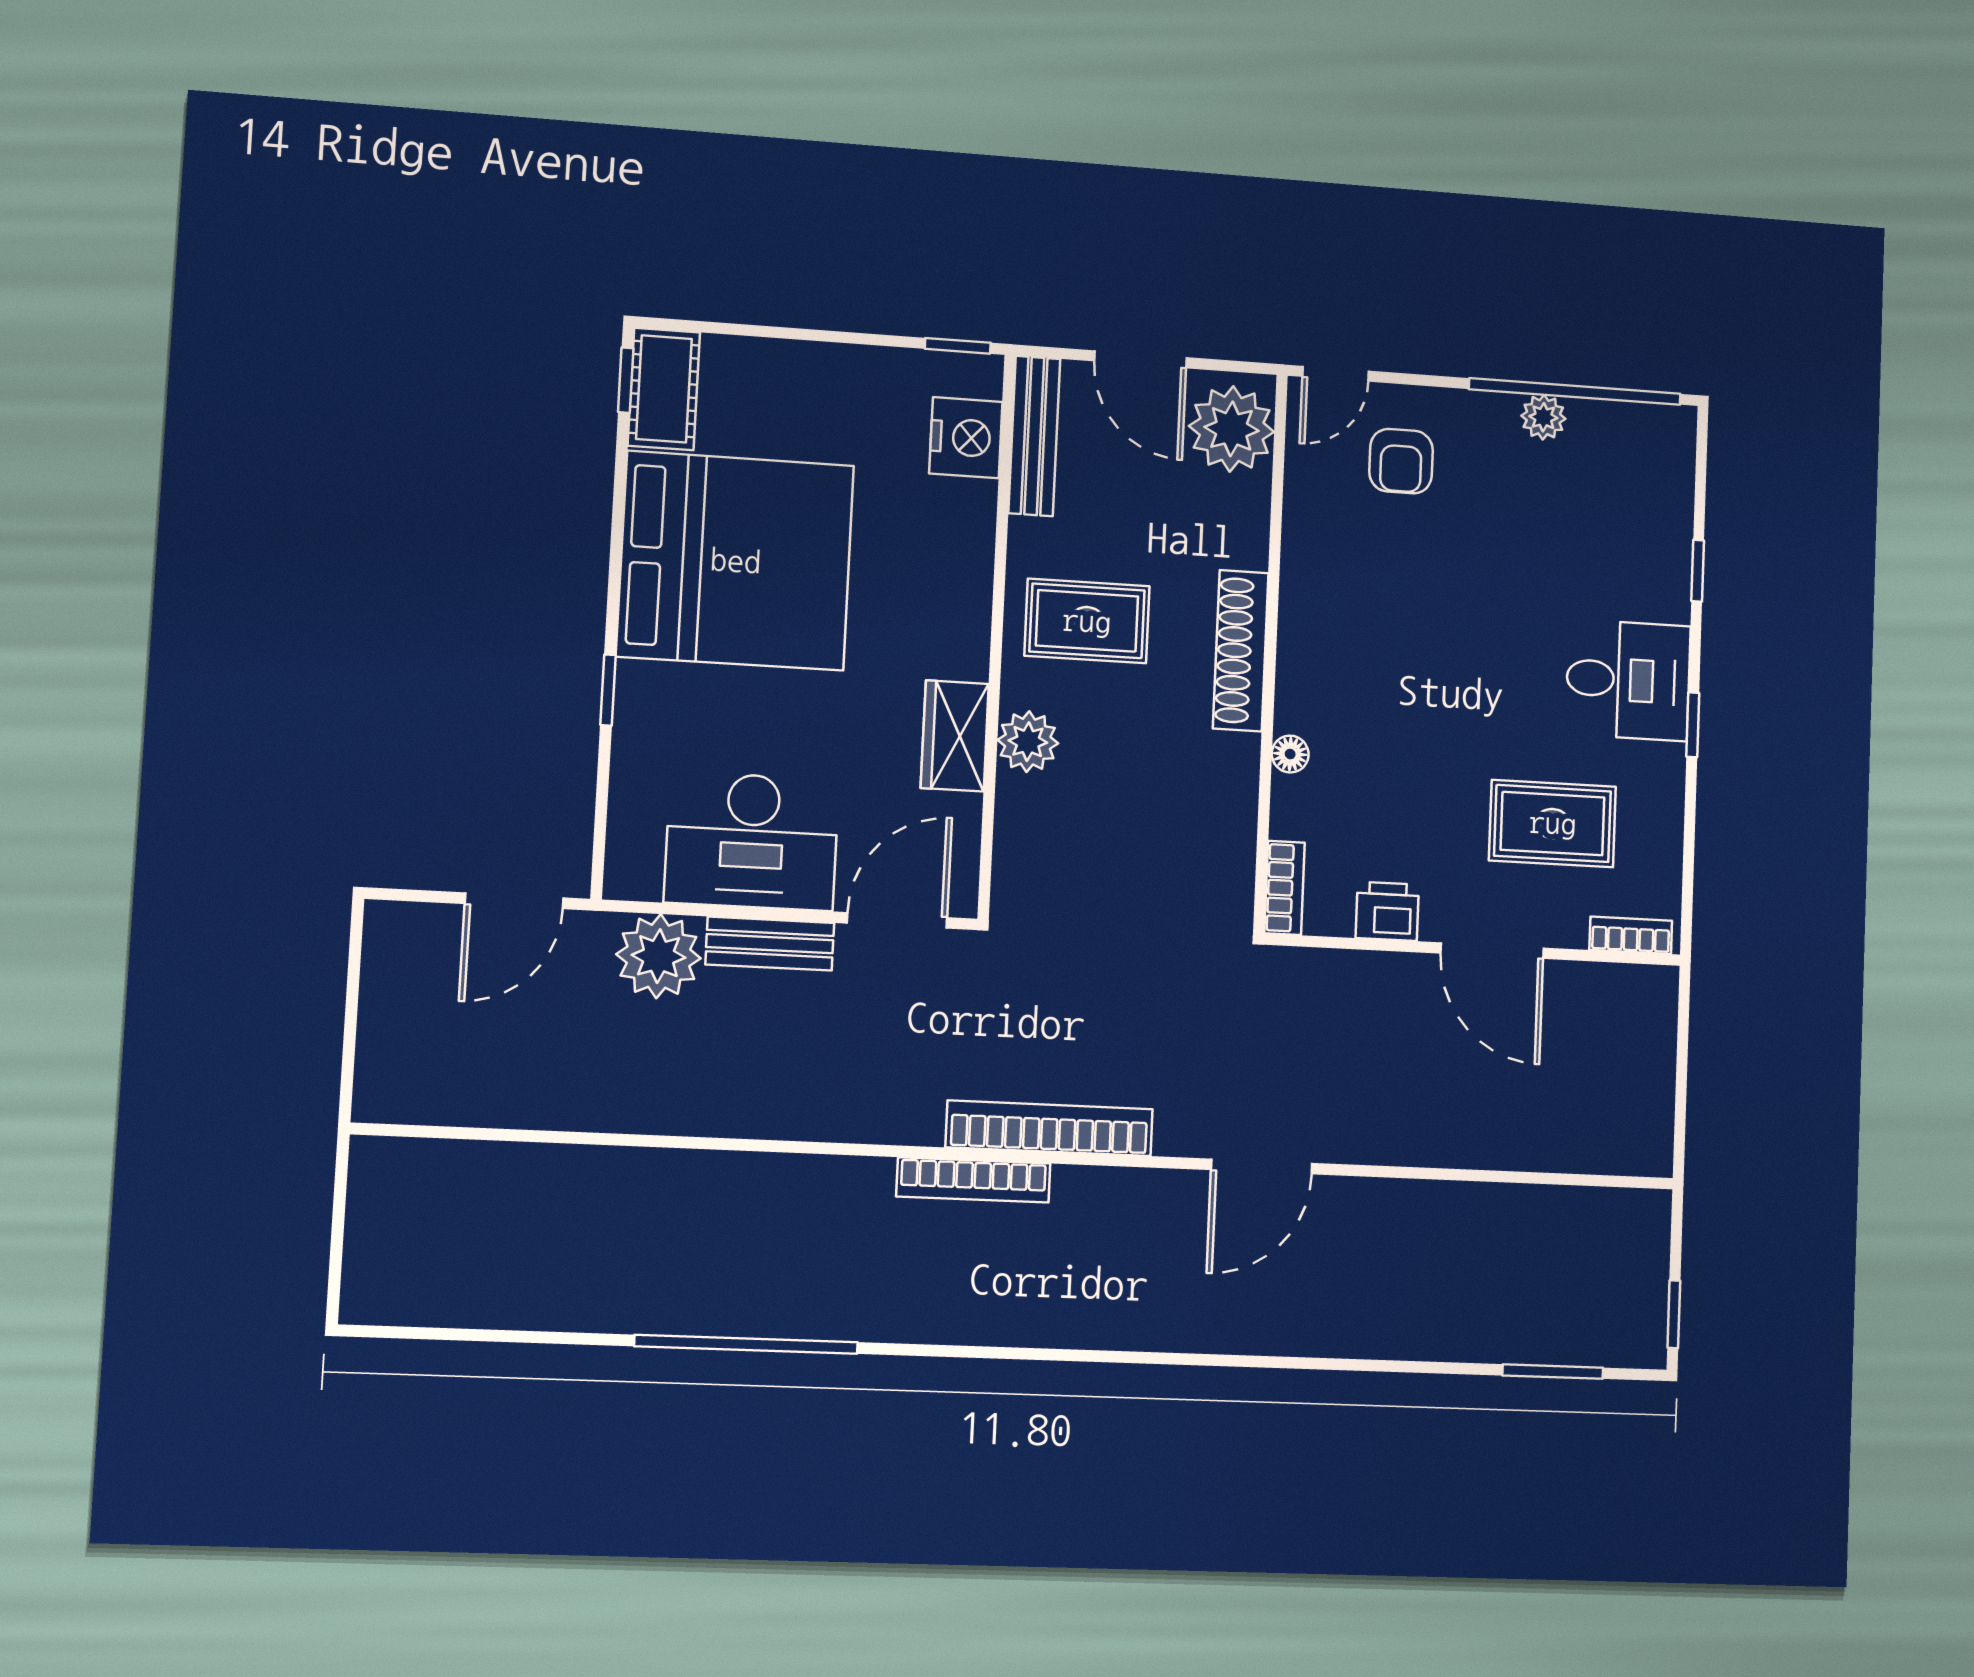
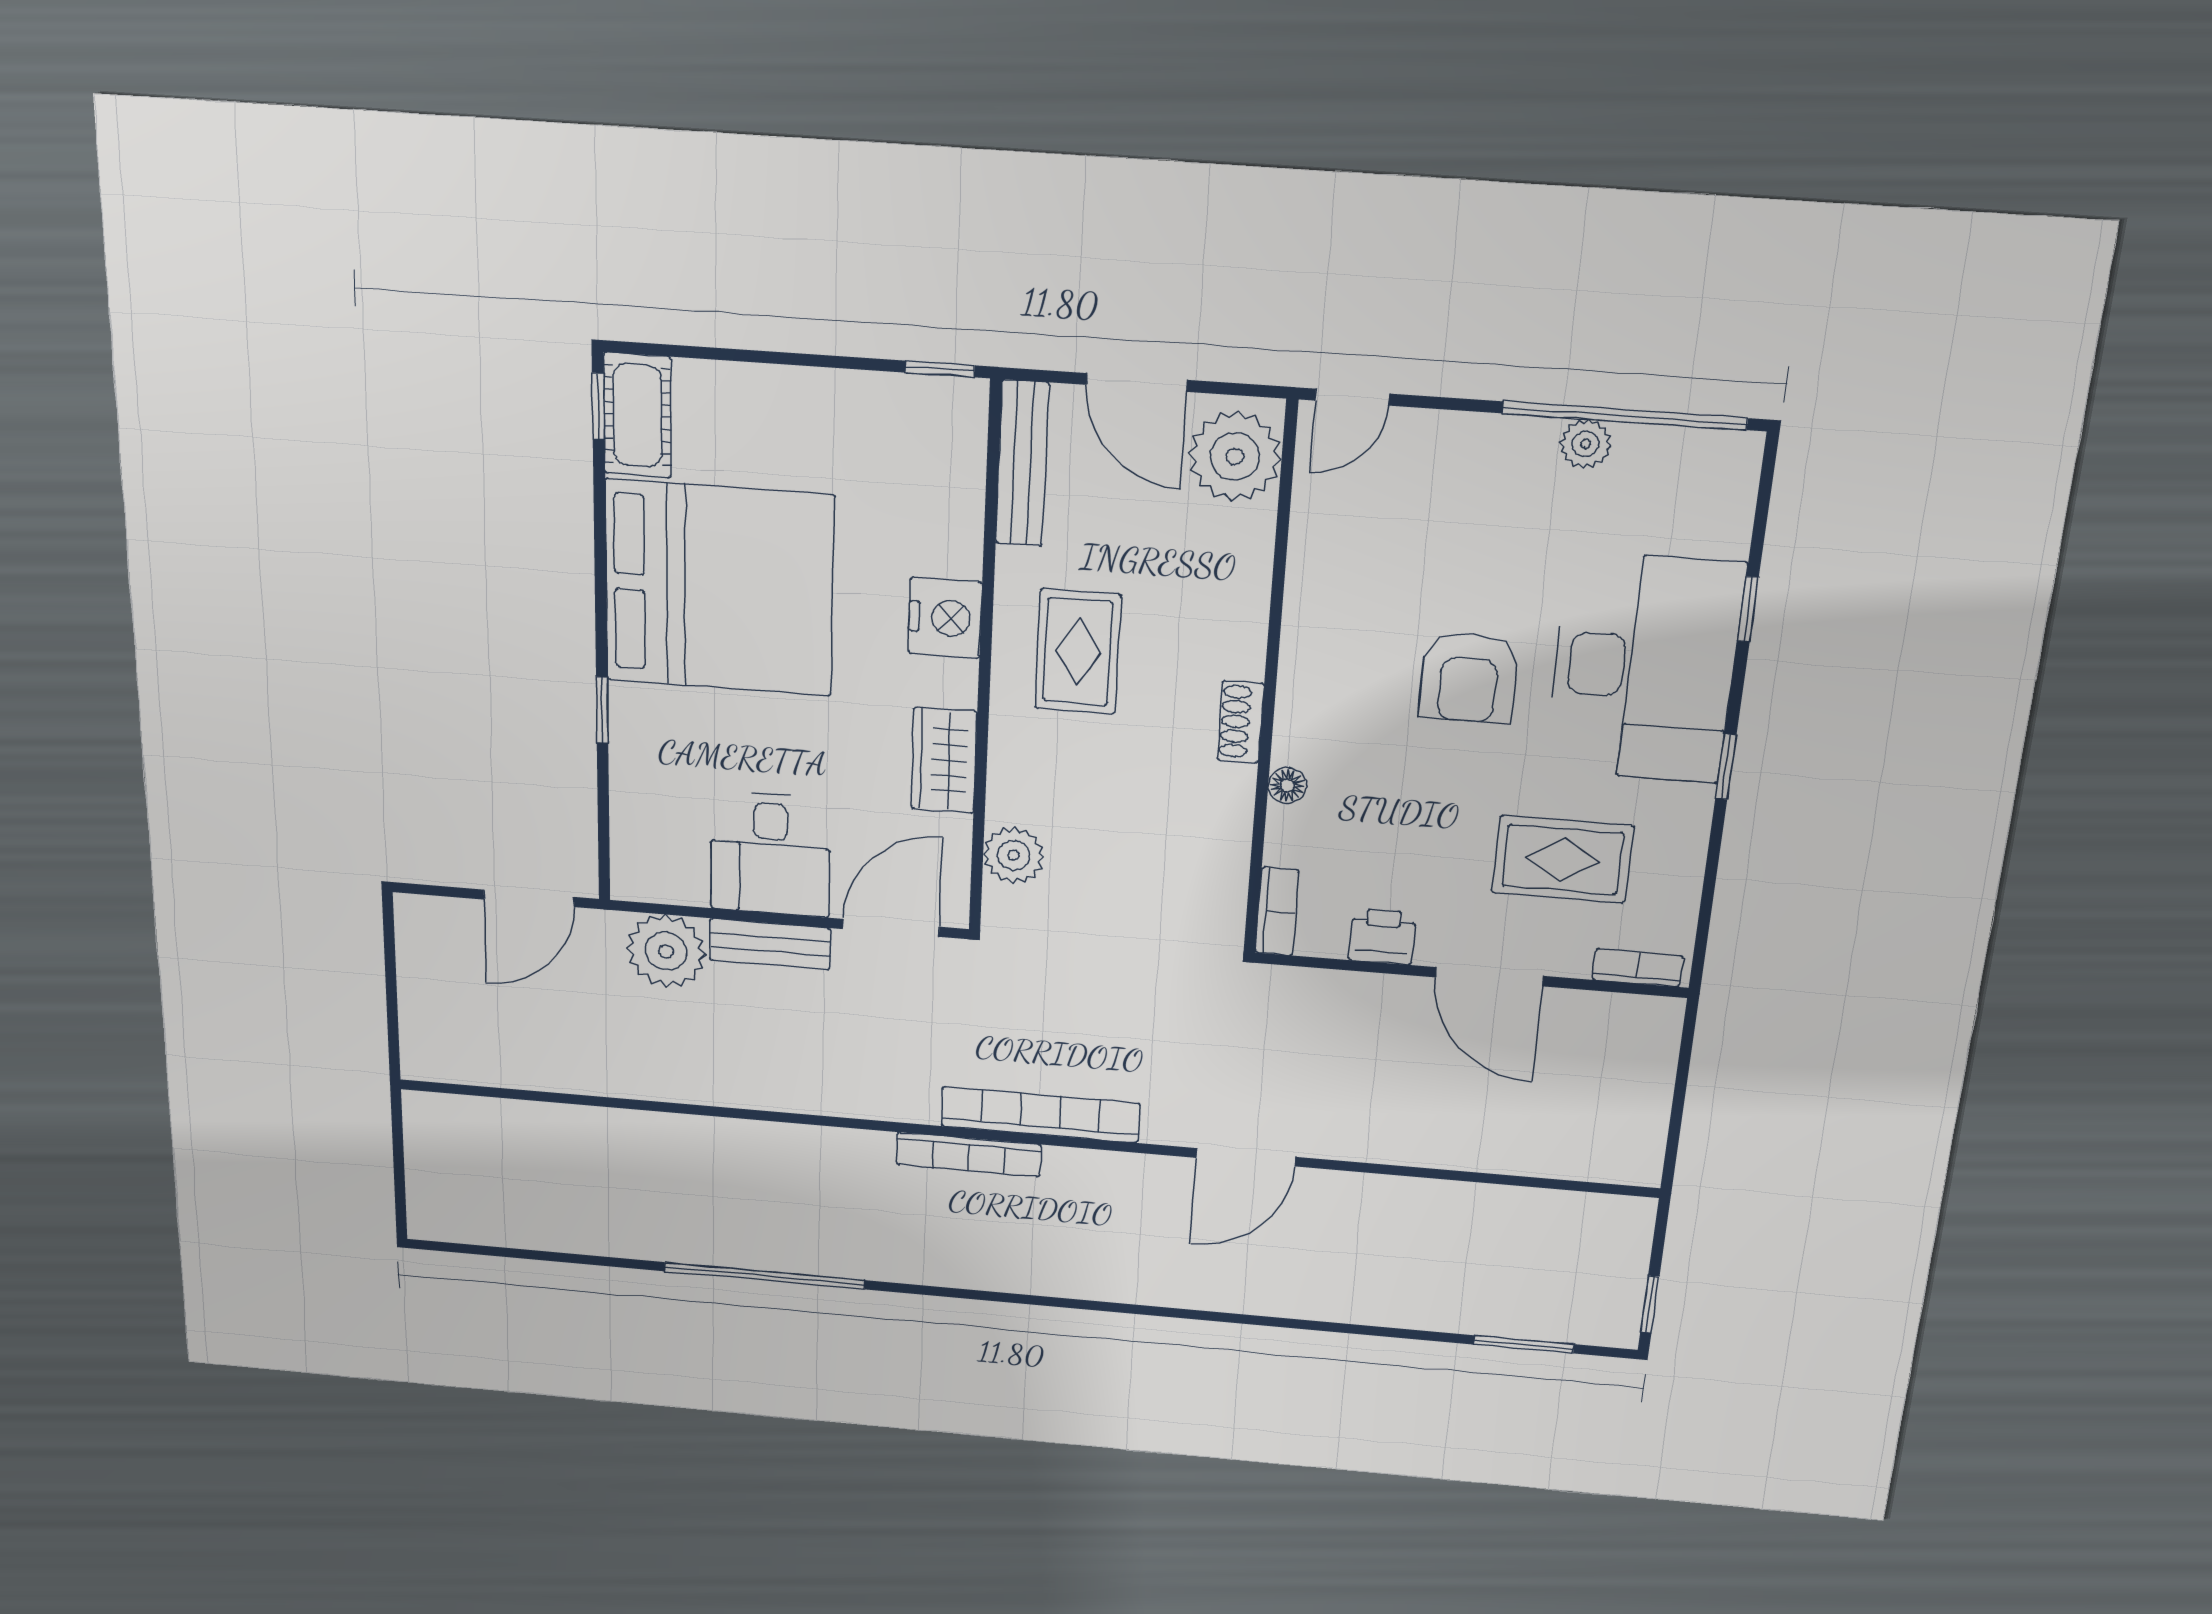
nightstand: (966, 438) -> (945, 618), moved
armchair: (1401, 461) -> (1469, 677), moved, width x1.38, depth x1.38
rug: (1087, 621) -> (1078, 652), turned 90
shoe rack: (1241, 651) -> (1241, 722), width x0.51, depth x0.81
desk: (1628, 680) -> (1644, 668), width x1.87, depth x1.30
plant: (1028, 742) -> (1014, 855), moved
desk: (752, 841) -> (770, 854), width x0.73

